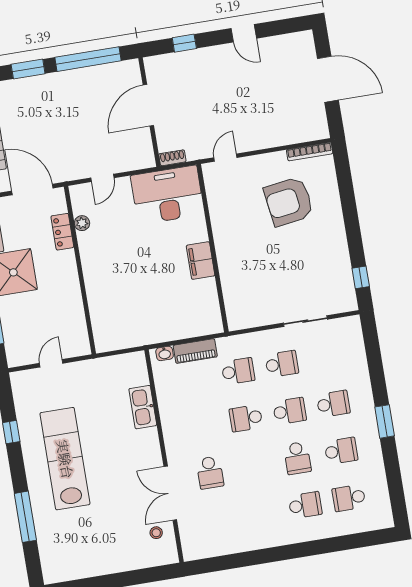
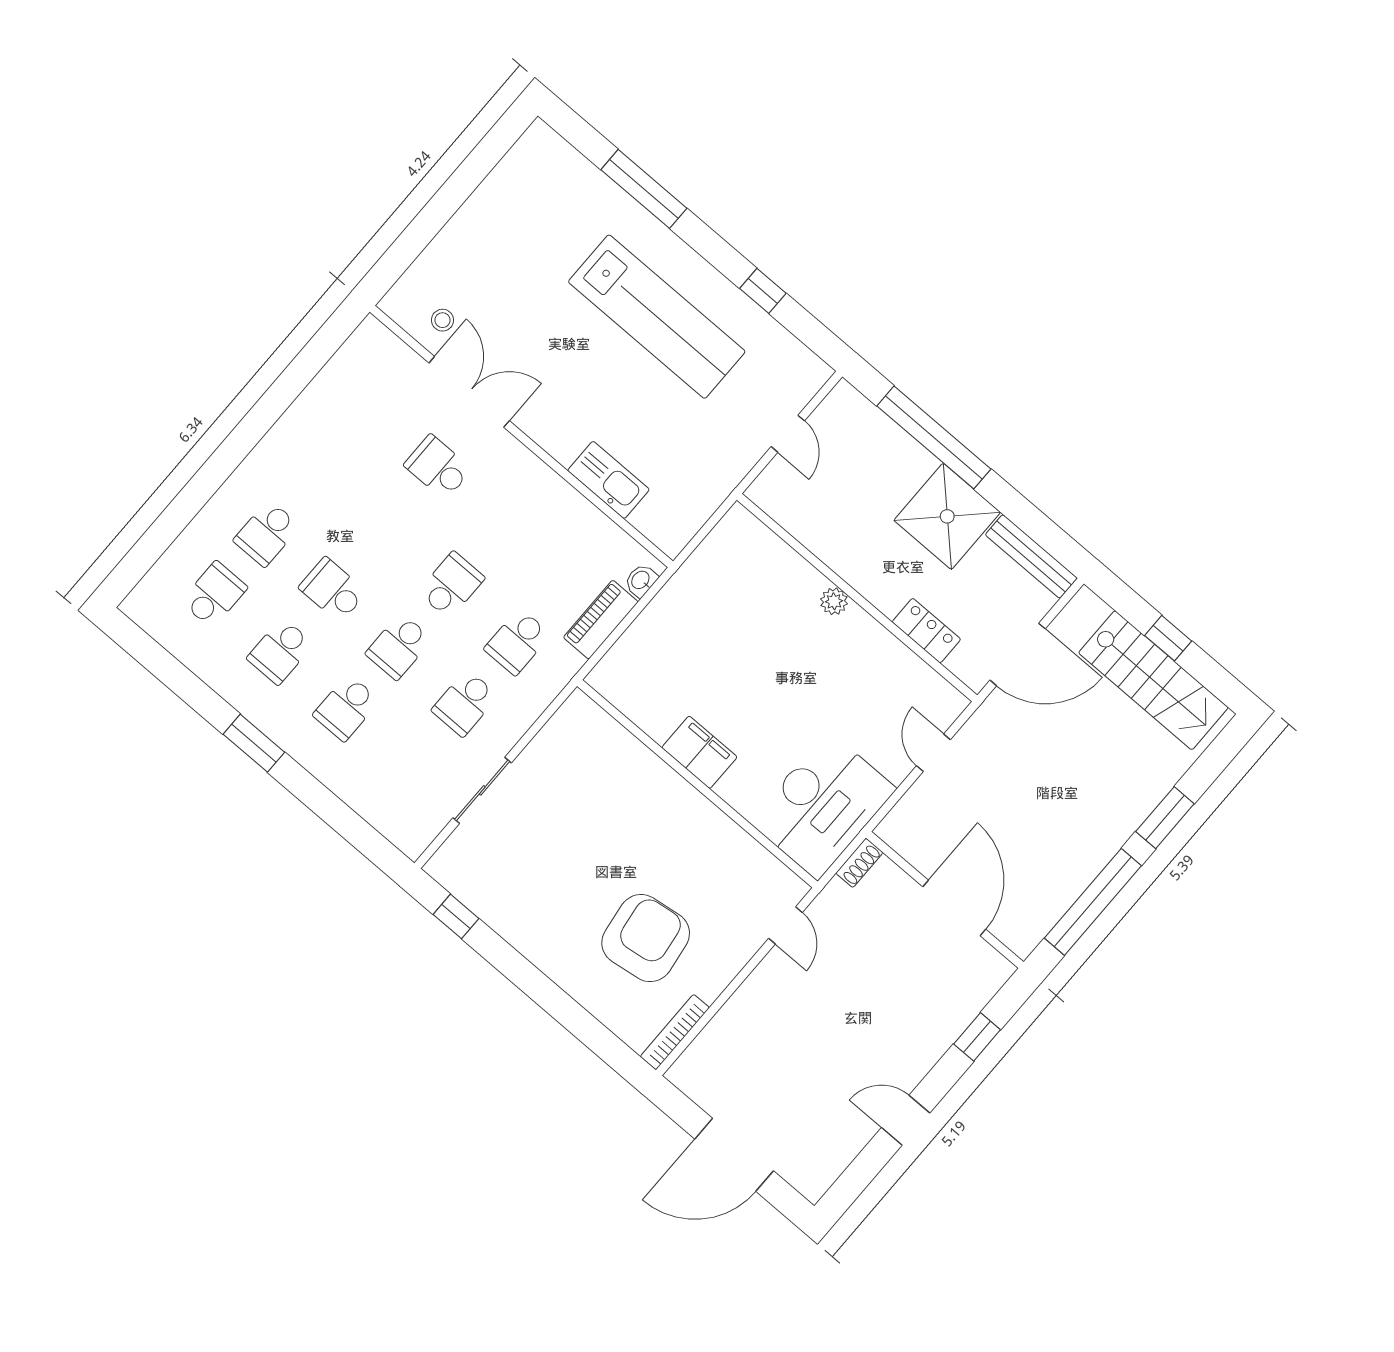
plant: (82, 223) -> (834, 601), moved

